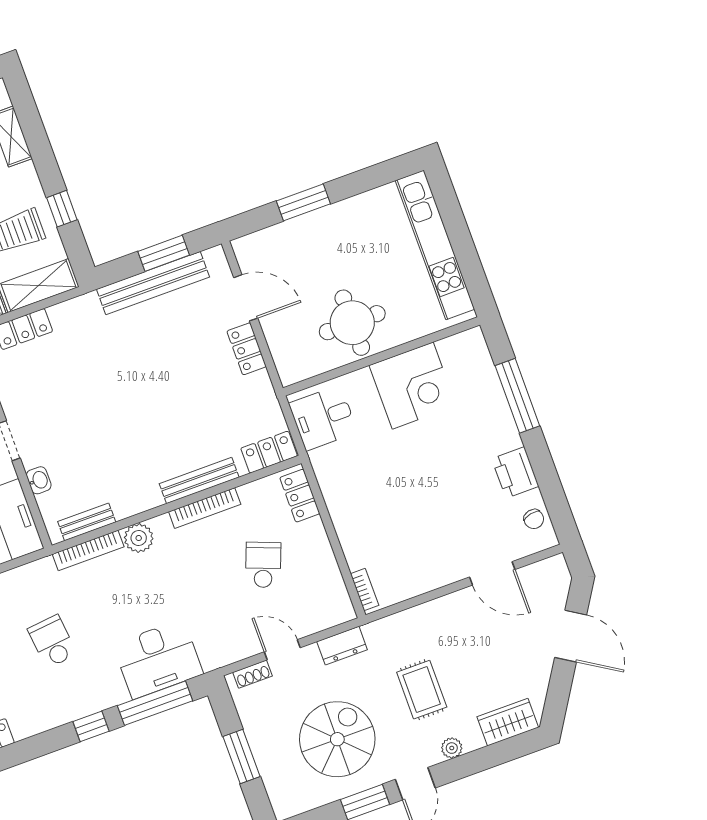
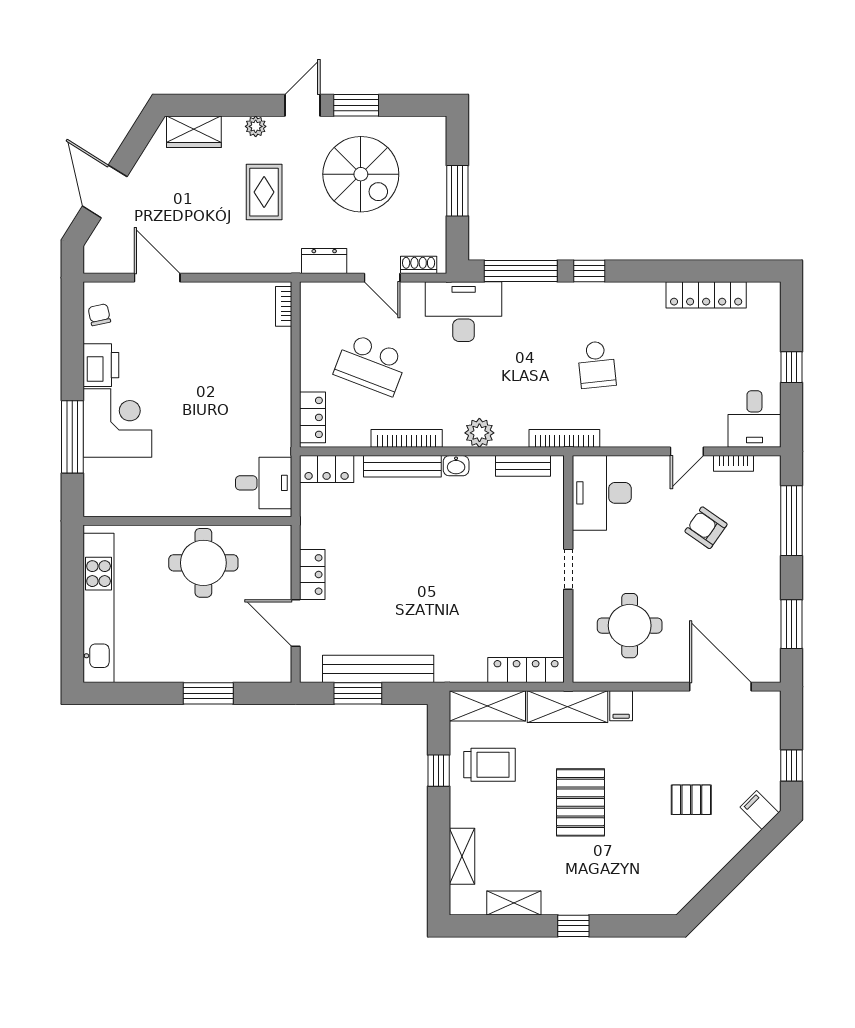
corner desk: (413, 386) -> (117, 423), moved, turned 90
washbasin: (39, 480) -> (456, 466), moved, turned -90
bookcase: (88, 550) -> (564, 438), moved
school desk: (263, 565) -> (371, 365), width x1.85
desk: (158, 659) -> (464, 312), moved
spiral stairs: (337, 739) -> (361, 174), turned -90

